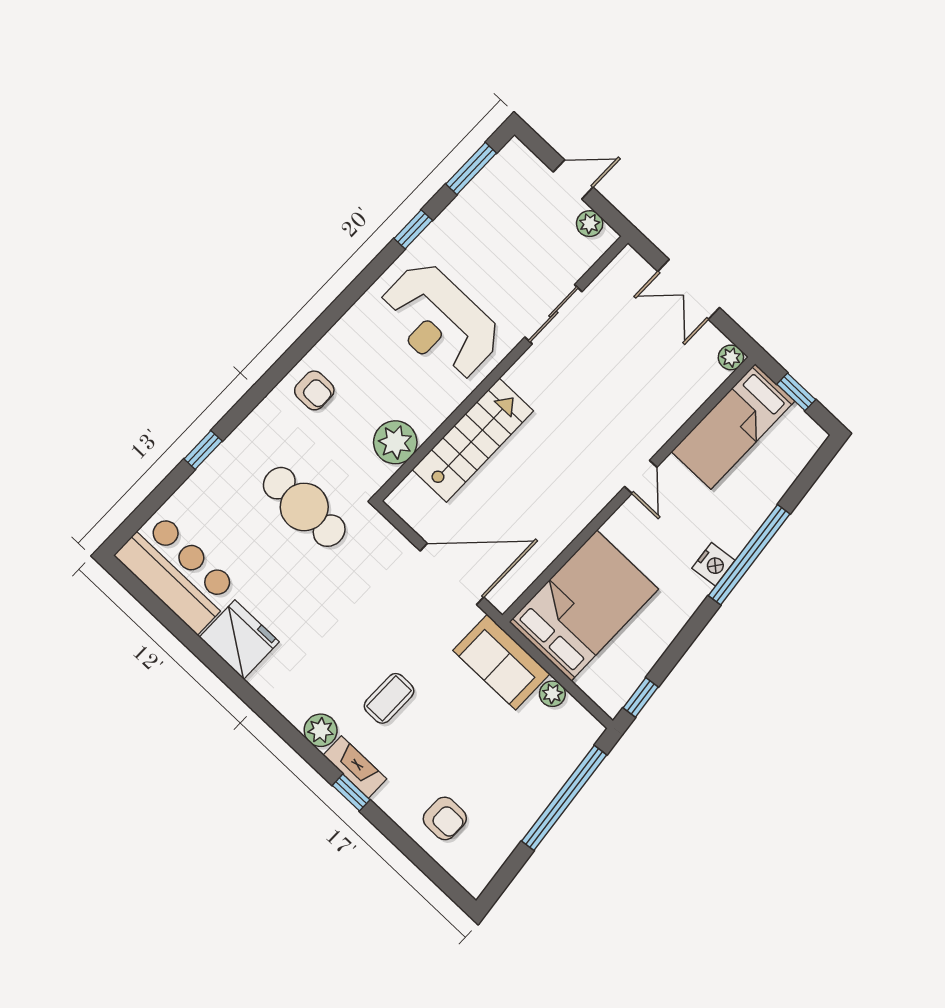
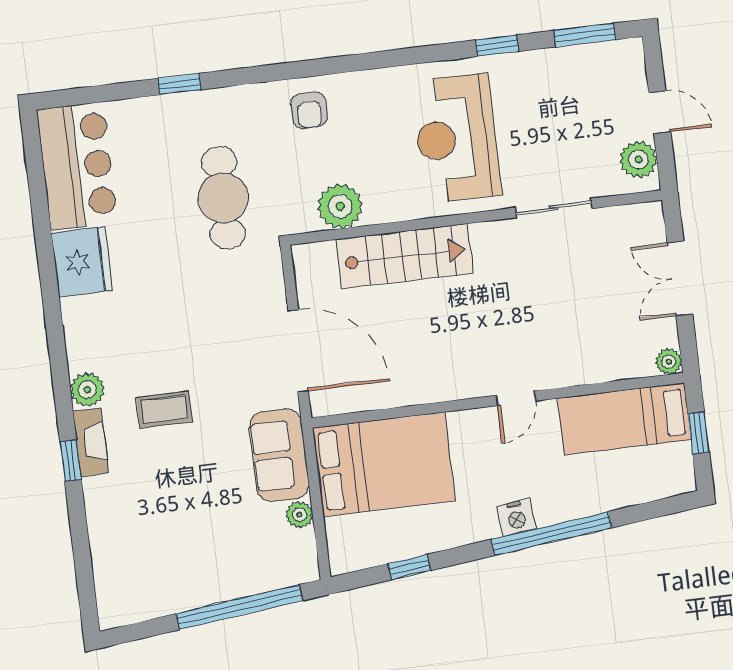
plant: (590, 224) -> (638, 159), width x1.38, depth x1.38
window: (641, 697) -> (409, 567), moved
armchair: (445, 818) -> (129, 544), removed

